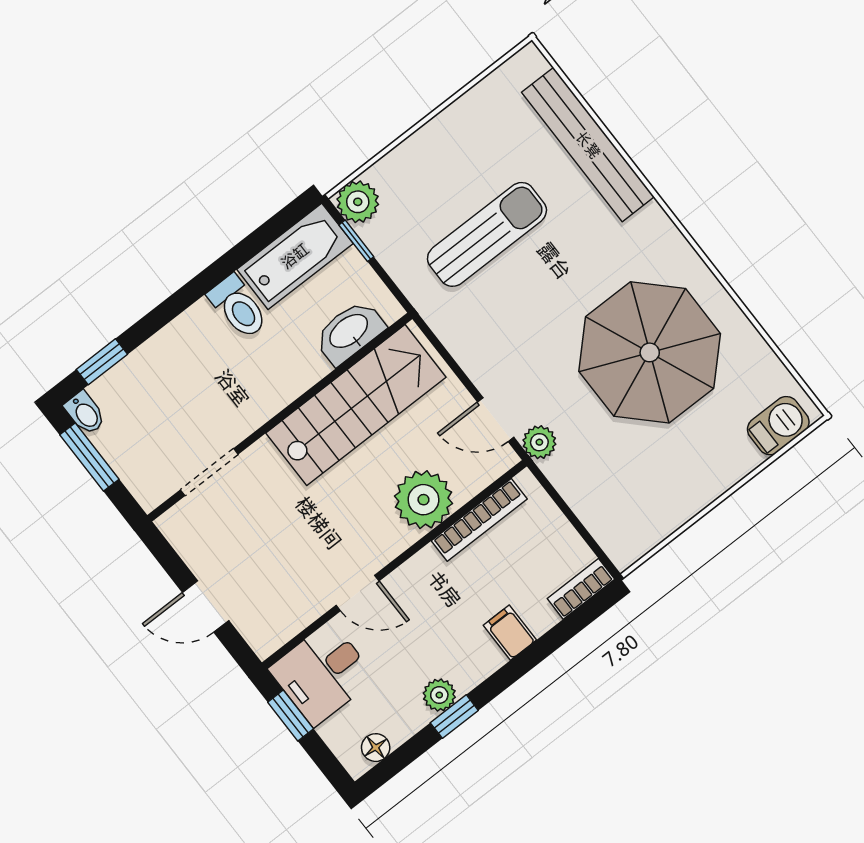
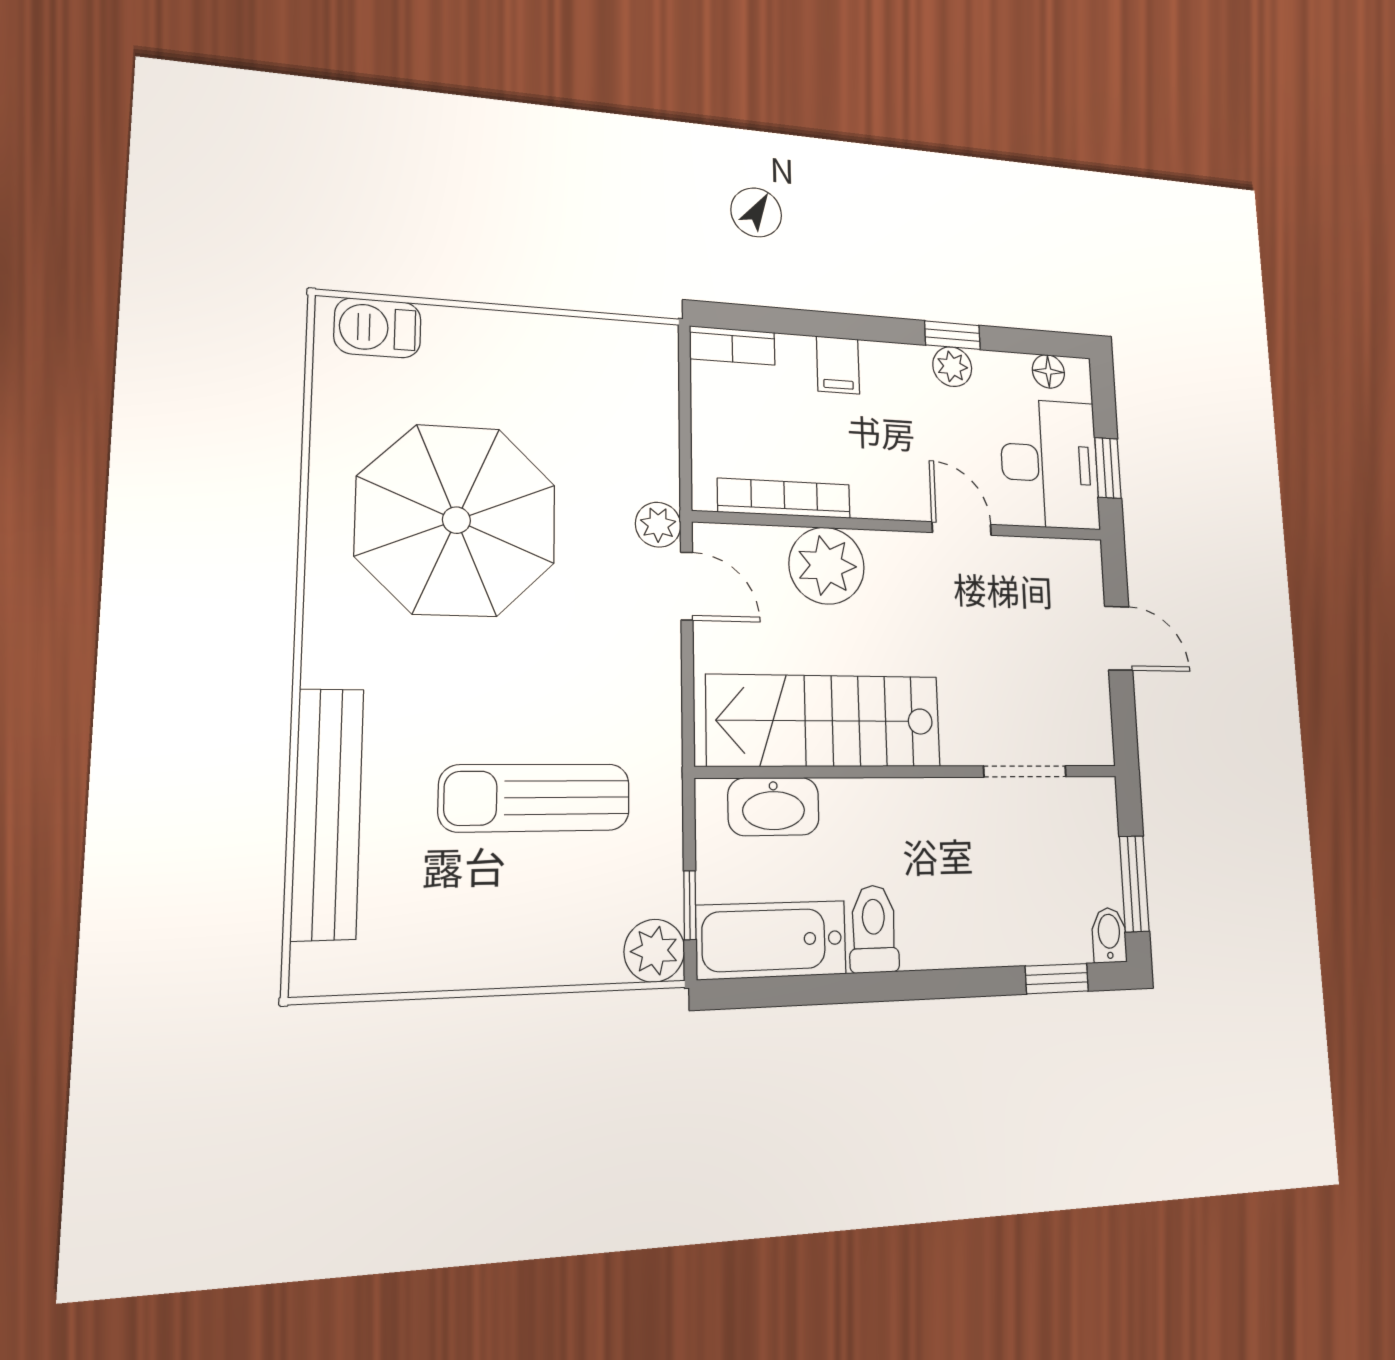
desk: (322, 674) -> (1050, 464), width x1.37

